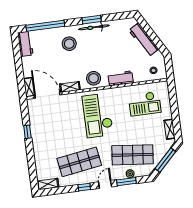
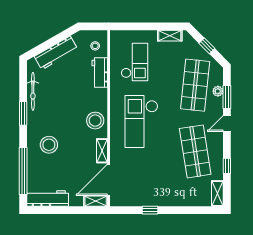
bicycle: (94, 27) -> (33, 91), moved
workbench: (25, 44) -> (48, 199), width x1.38
workbench: (121, 78) -> (100, 72), moved
checkout: (98, 115) -> (141, 121), turned 90
window: (165, 160) -> (207, 46), width x0.46
door: (105, 184) -> (227, 124), hinge flipped
window: (84, 187) -> (227, 166), moved

